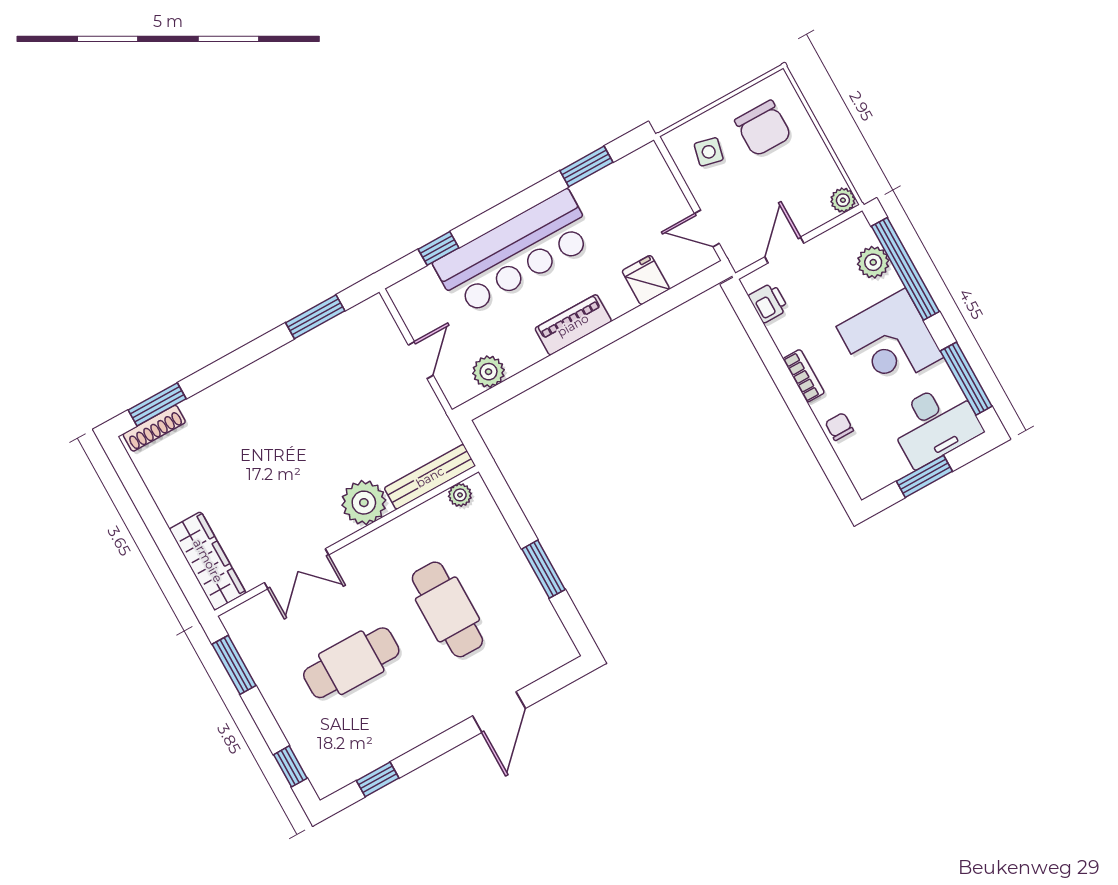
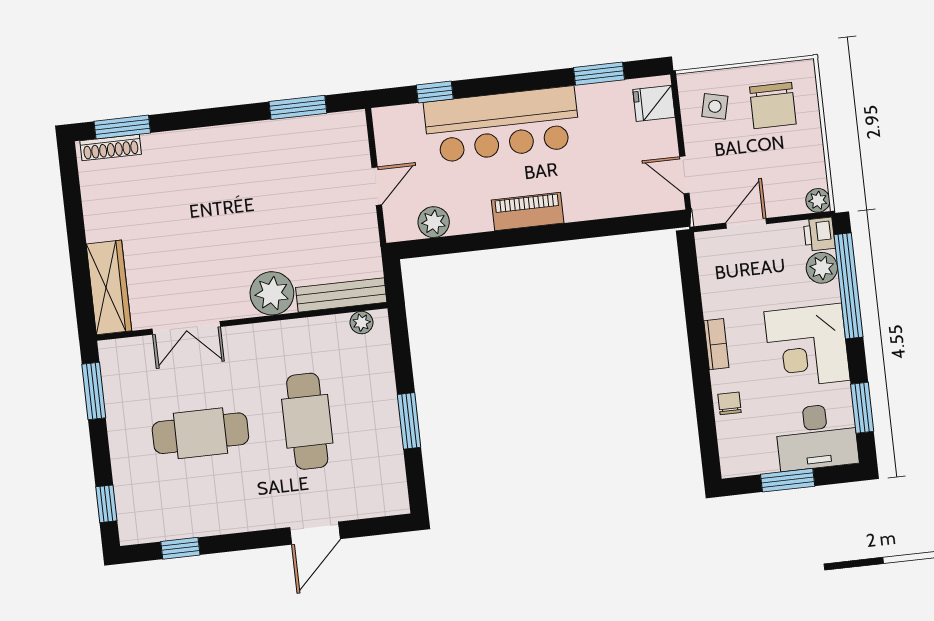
fridge: (646, 280) -> (654, 103), moved, turned -90
printer: (768, 303) -> (819, 234), moved, turned 180
window: (966, 379) -> (862, 408), width x0.69

